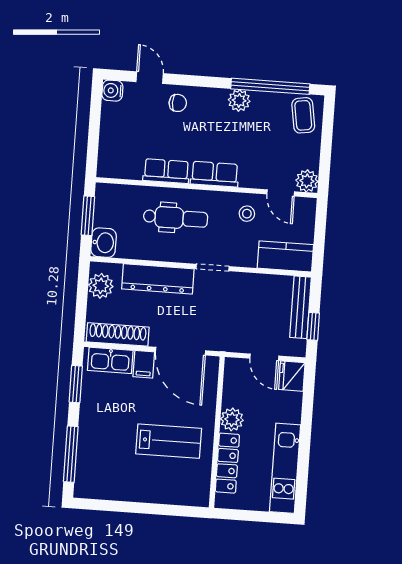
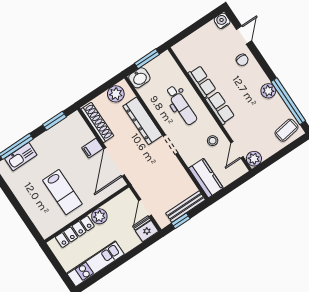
kitchen sink: (110, 360) -> (21, 157), moved, turned -90

